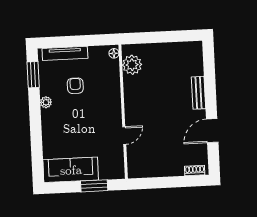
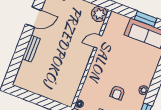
plant: (132, 65) -> (99, 14), moved
window: (94, 186) -> (146, 19), moved

